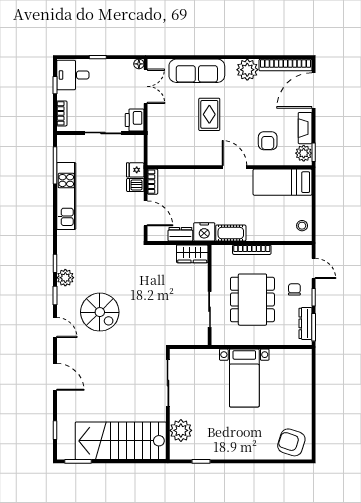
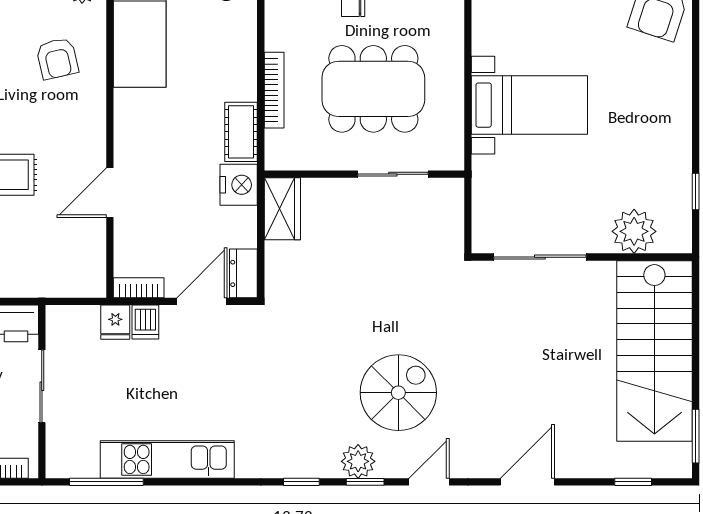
armchair: (268, 141) -> (57, 59), turned 77
door: (235, 167) -> (110, 193), moved
dresser: (180, 234) -> (243, 273), moved
plant: (65, 278) -> (358, 461), moved

